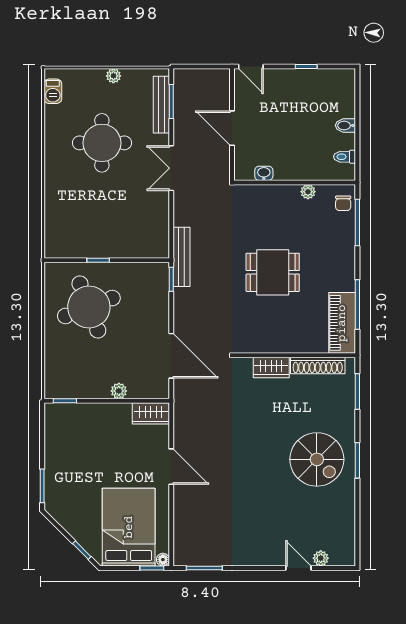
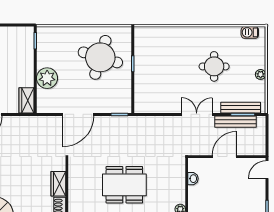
round table: (102, 143) -> (214, 66), width x0.73, depth x0.73
bench: (181, 257) -> (236, 122), moved
dining table: (273, 272) -> (124, 185), width x1.38
round table: (89, 307) -> (100, 57), turned 38
door: (171, 356) -> (78, 114), moved
plant: (119, 391) -> (47, 78), width x1.87, depth x1.87

